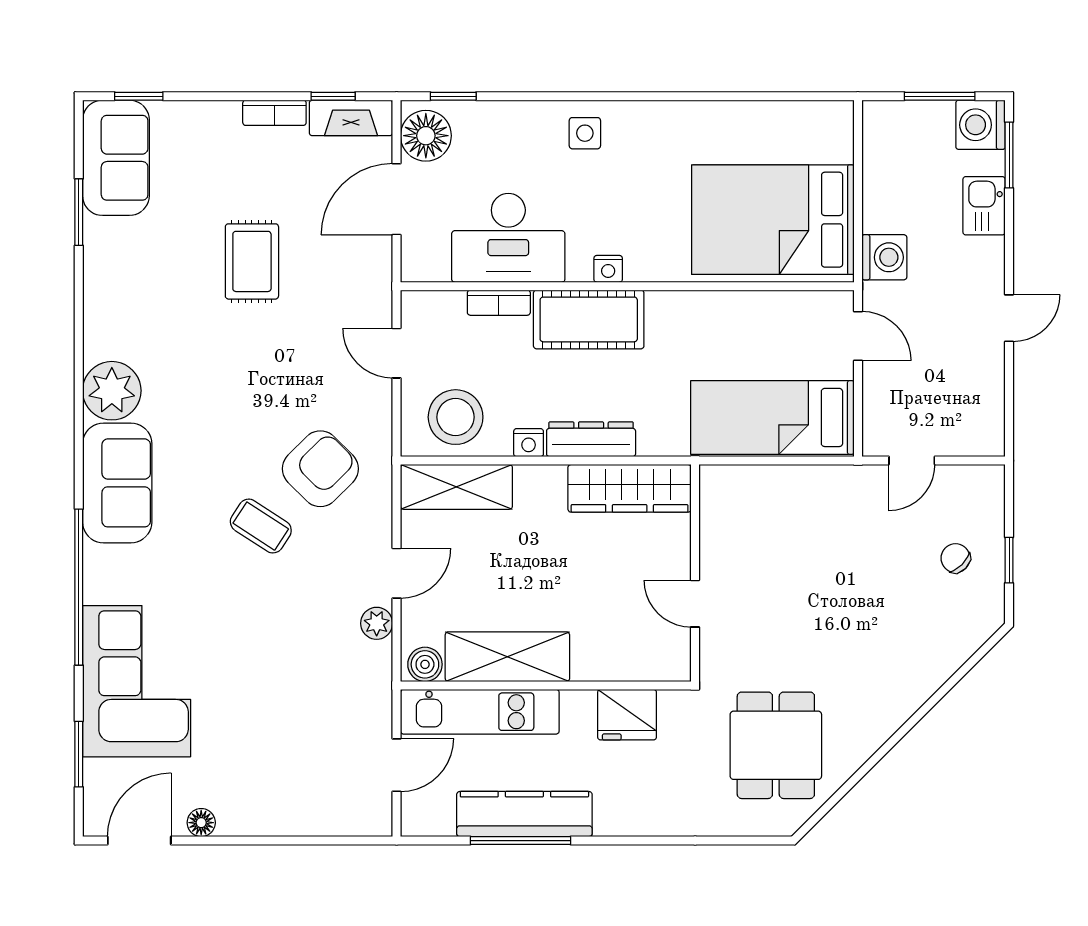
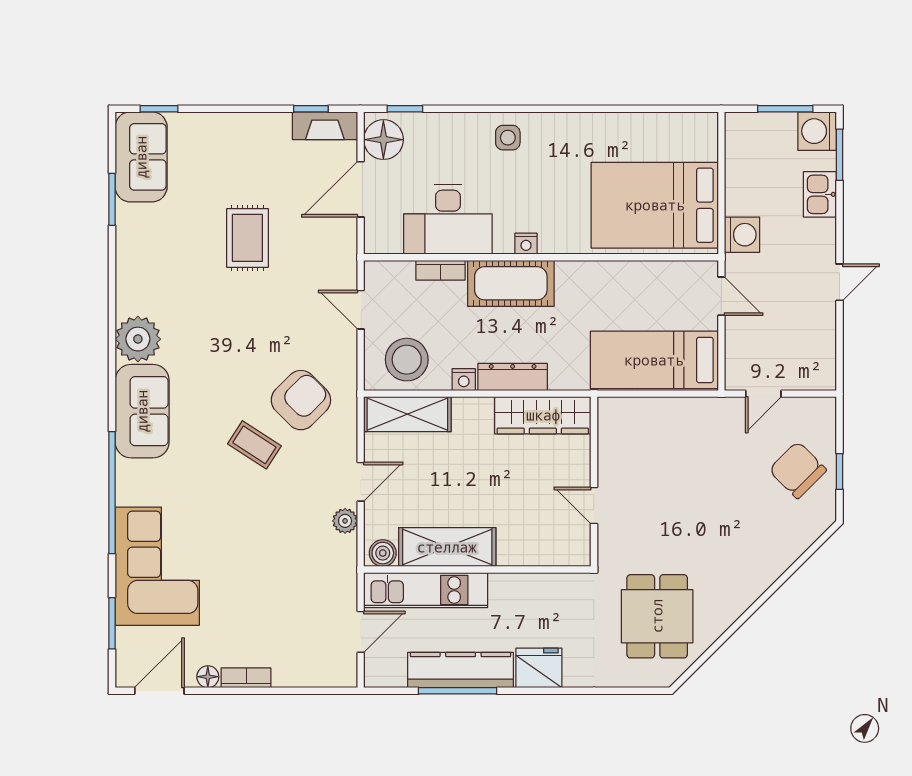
bookcase: (274, 113) -> (246, 678), moved, turned 180
chair: (955, 558) -> (798, 470), width x1.87, depth x1.87
fridge: (627, 715) -> (539, 668), moved, turned 180

